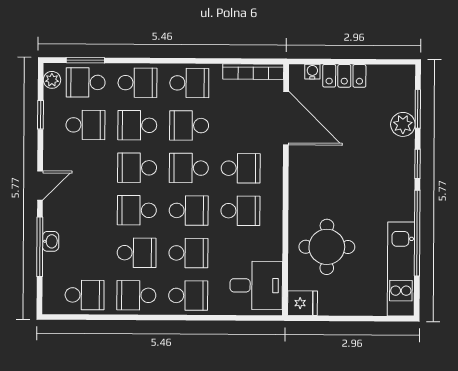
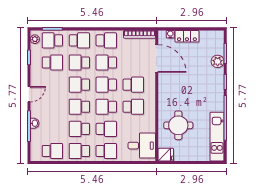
school desk: (189, 211) -> (106, 107), turned 180
school desk: (137, 253) -> (79, 129), turned 180

